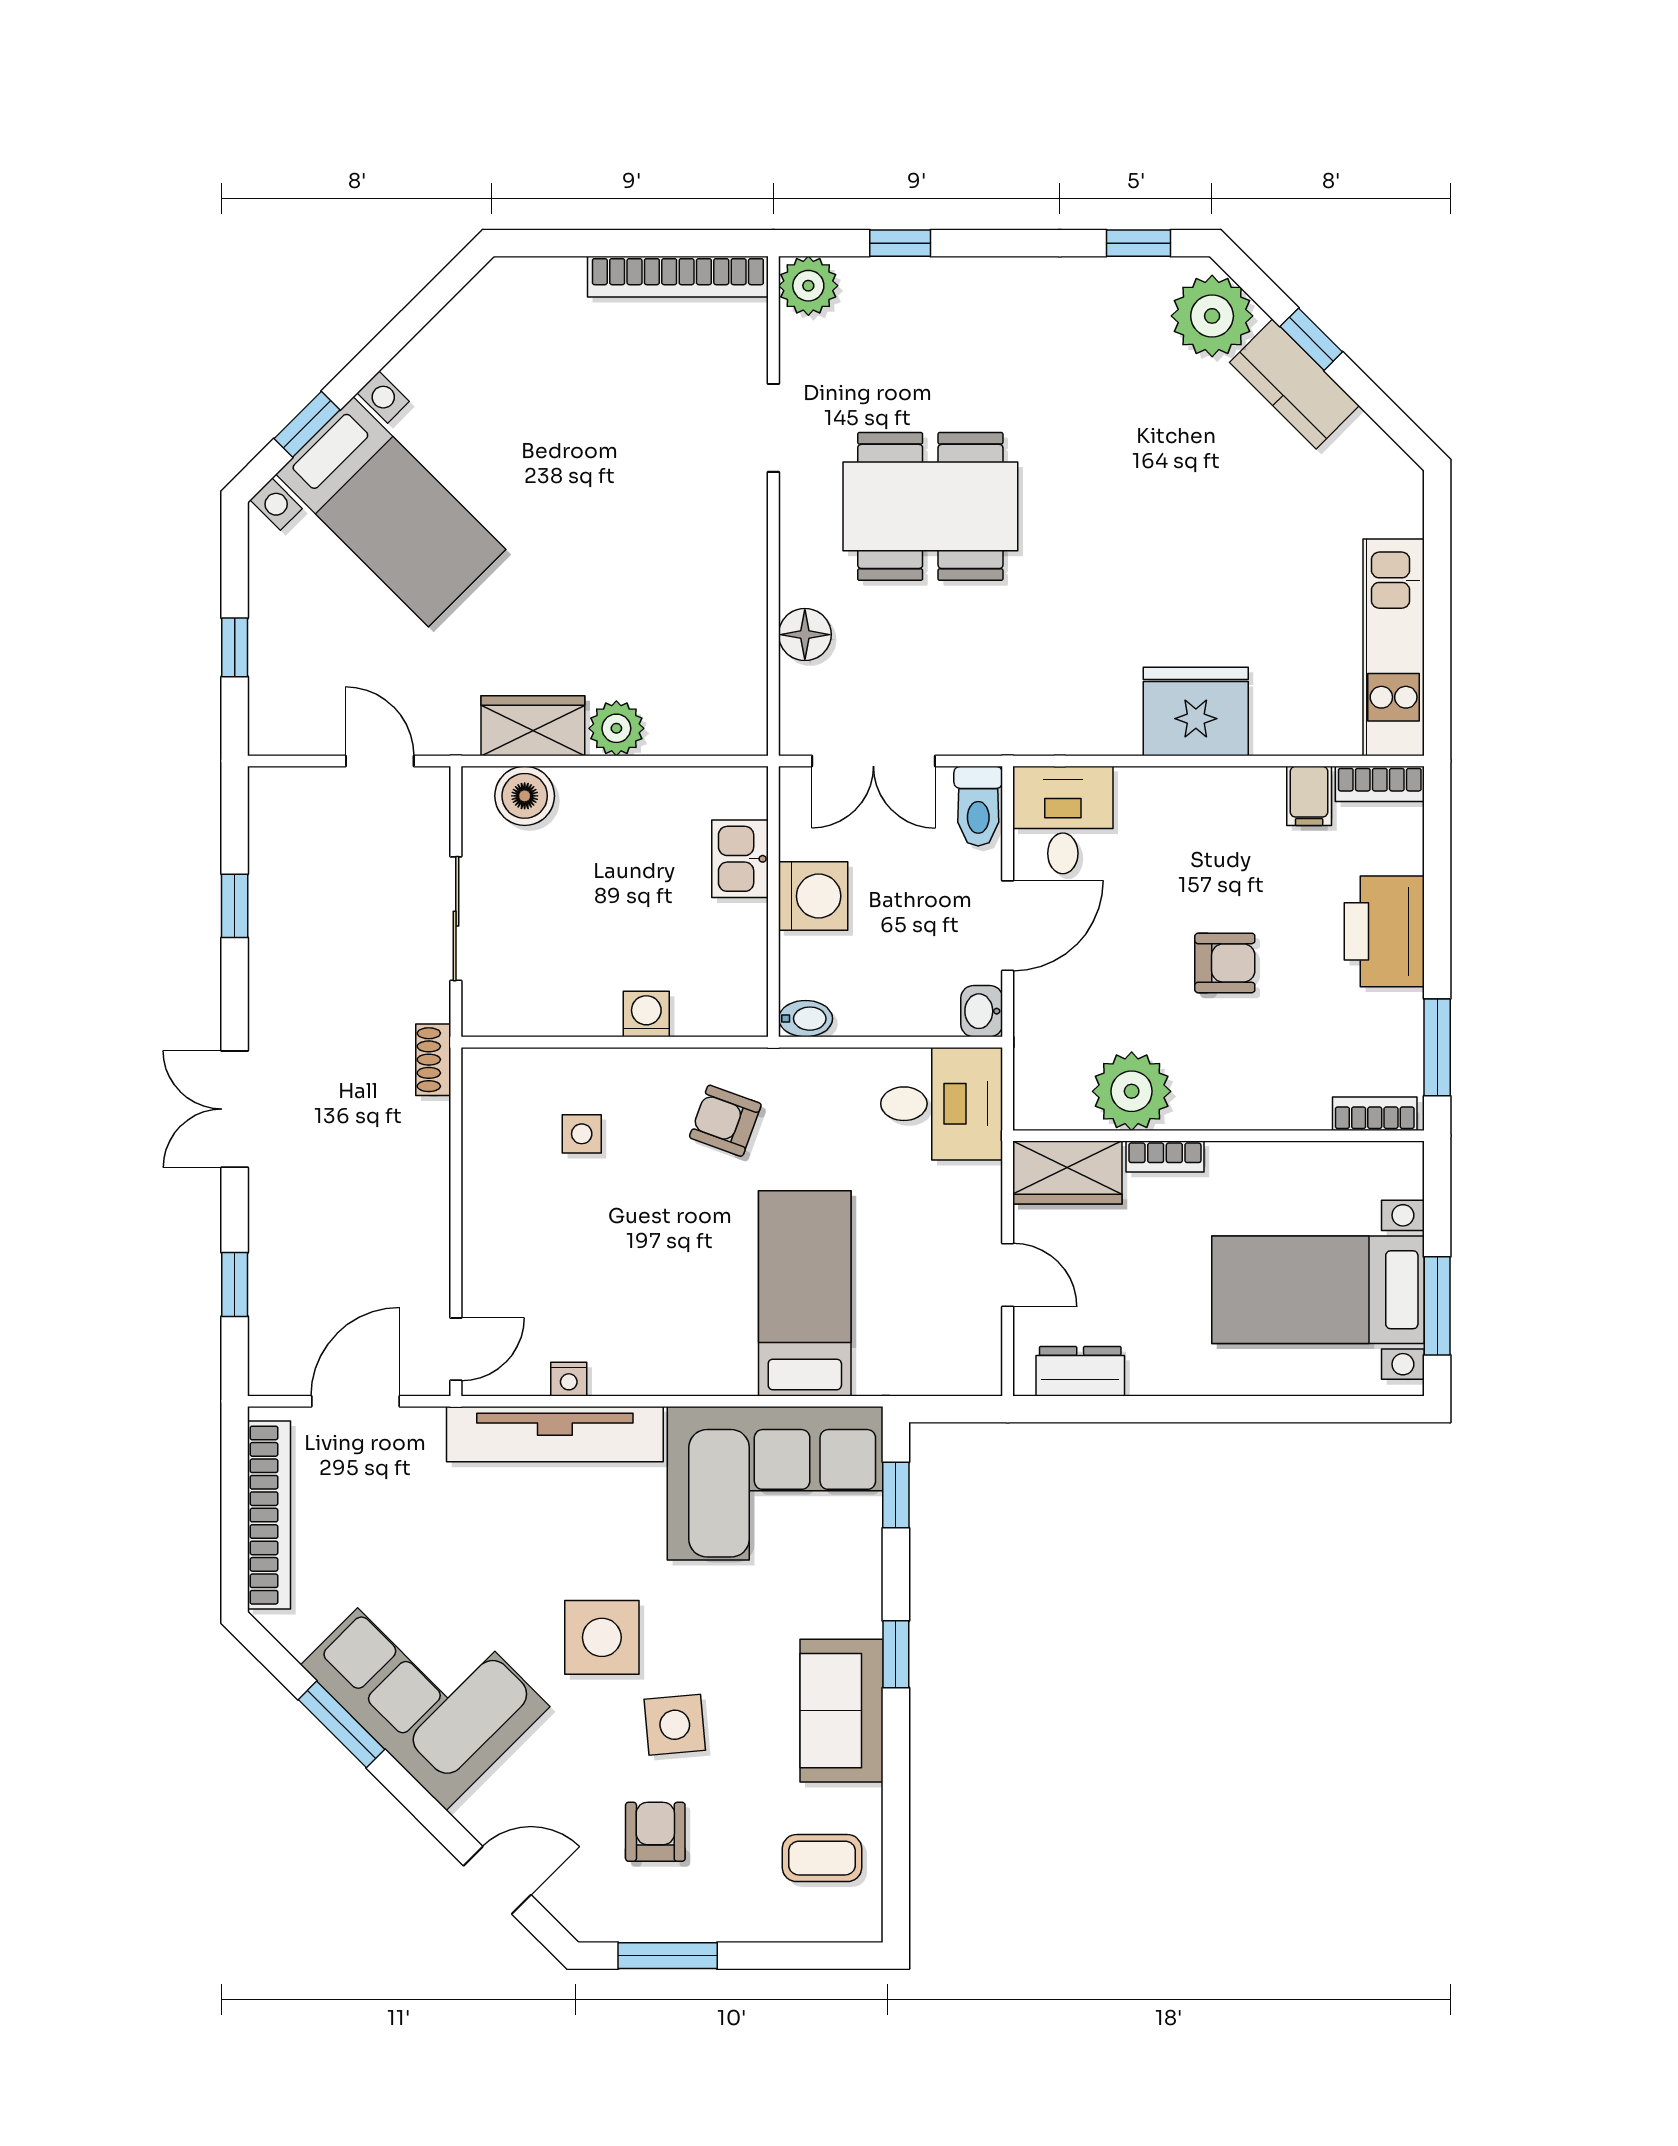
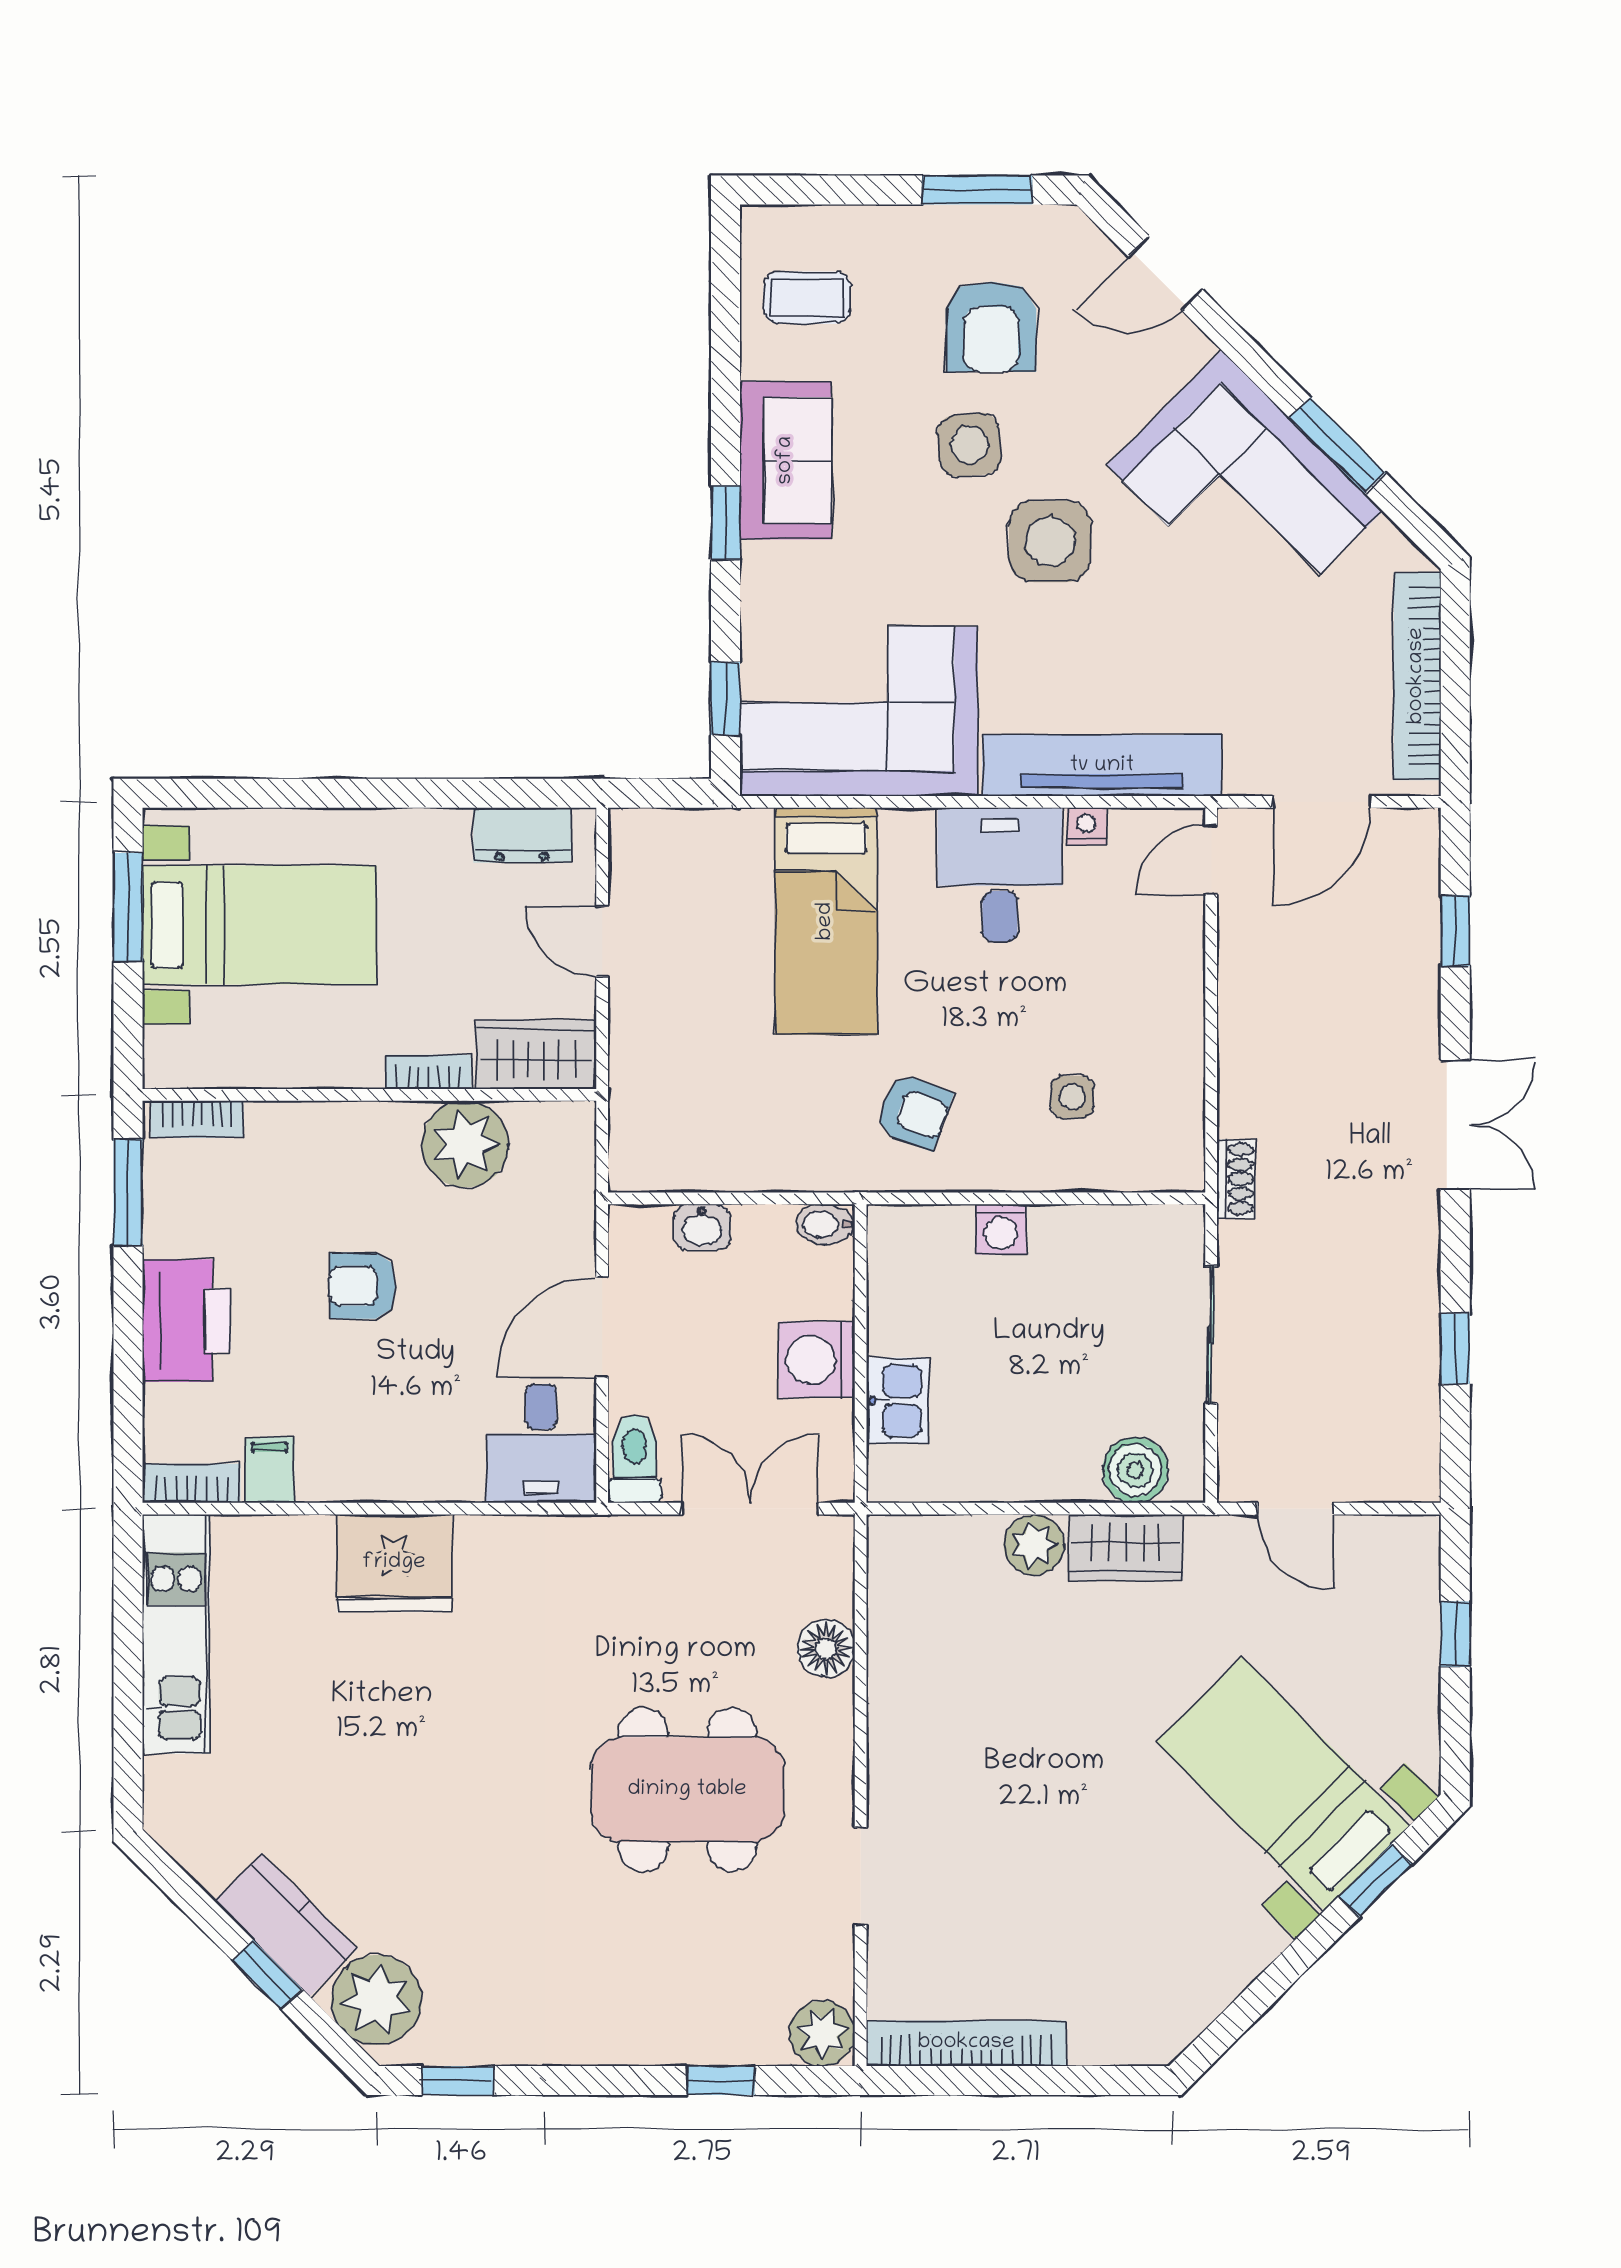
washbasin: (982, 1011) -> (702, 1227), moved, turned 90
desk: (942, 1104) -> (1000, 875), moved, turned 90
armchair: (655, 1832) -> (991, 327), width x1.38, depth x1.38

